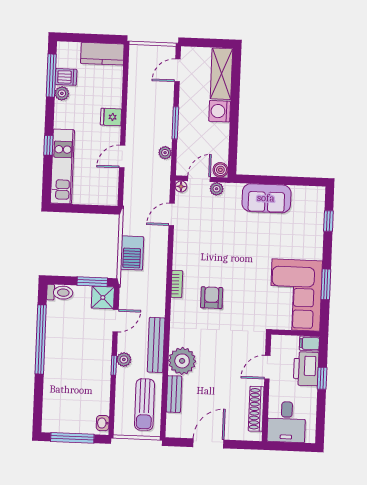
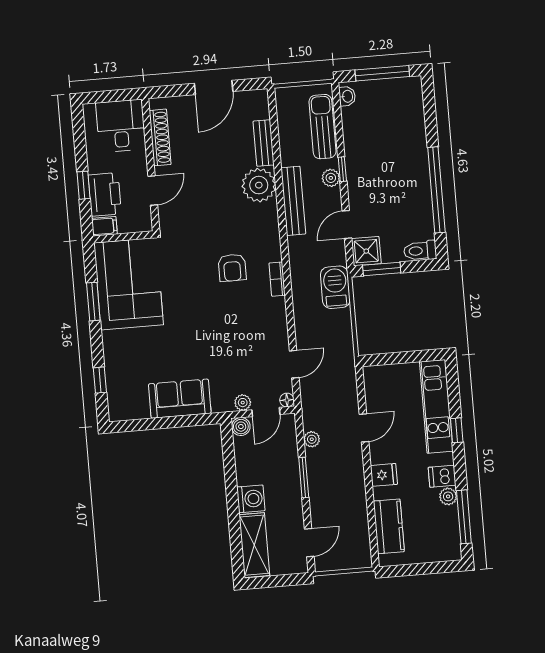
kitchen counter: (102, 54) -> (389, 526), moved, turned 90
dishwasher: (66, 77) -> (442, 476), moved
barbecue: (132, 253) -> (335, 287), moved
sun lounger: (144, 405) -> (322, 127), moved

